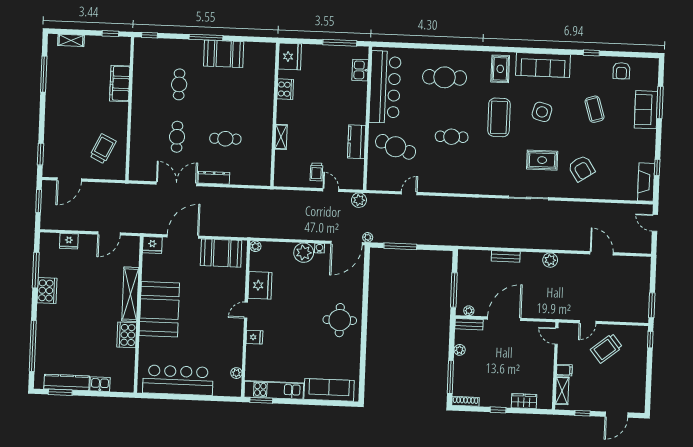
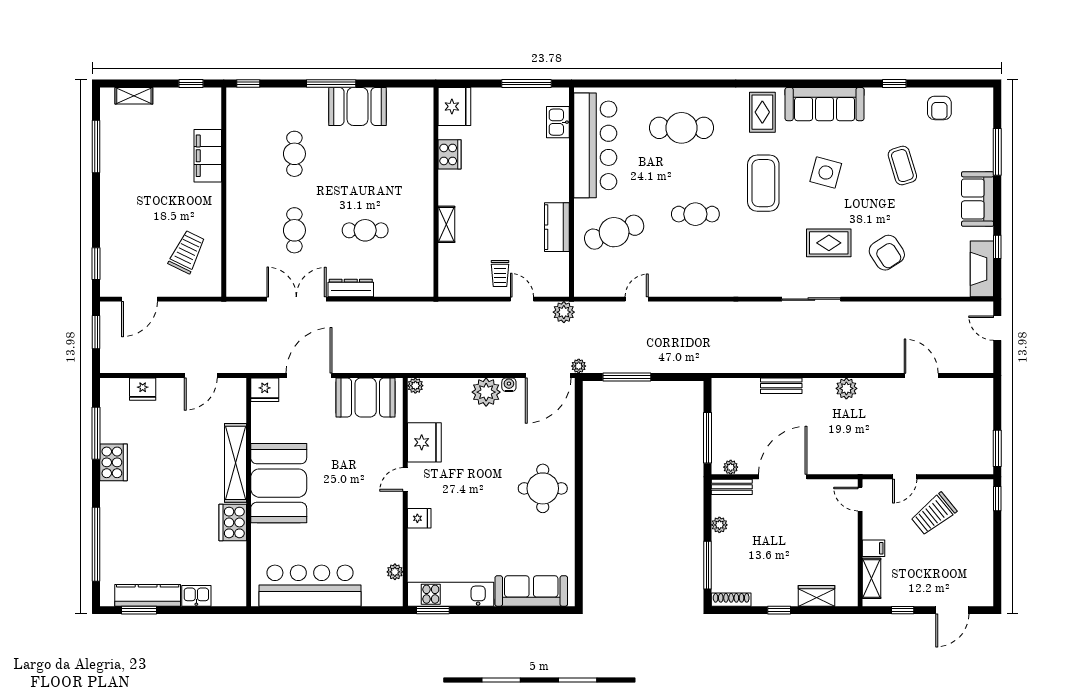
sofa: (646, 110) -> (978, 199), moved
cafe table: (396, 147) -> (614, 232), turned -39

